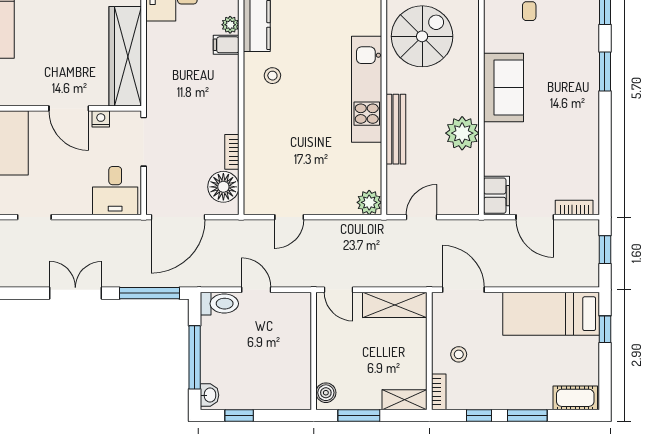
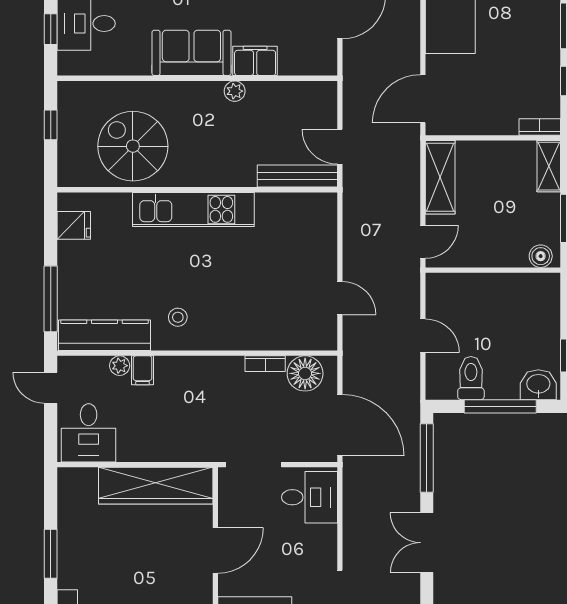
nightstand: (101, 119) -> (227, 514), removed
bench: (396, 129) -> (297, 176), moved
plant: (462, 133) -> (235, 91), width x0.53, depth x0.53
filing cabinet: (497, 196) -> (255, 61), moved
plant: (369, 202) -> (323, 207), removed
door: (256, 290) -> (423, 336), swing flipped
toilet: (219, 304) -> (471, 378), moved
stool: (459, 354) -> (497, 104), removed
washbasin: (209, 395) -> (538, 385), width x1.38, depth x1.45

